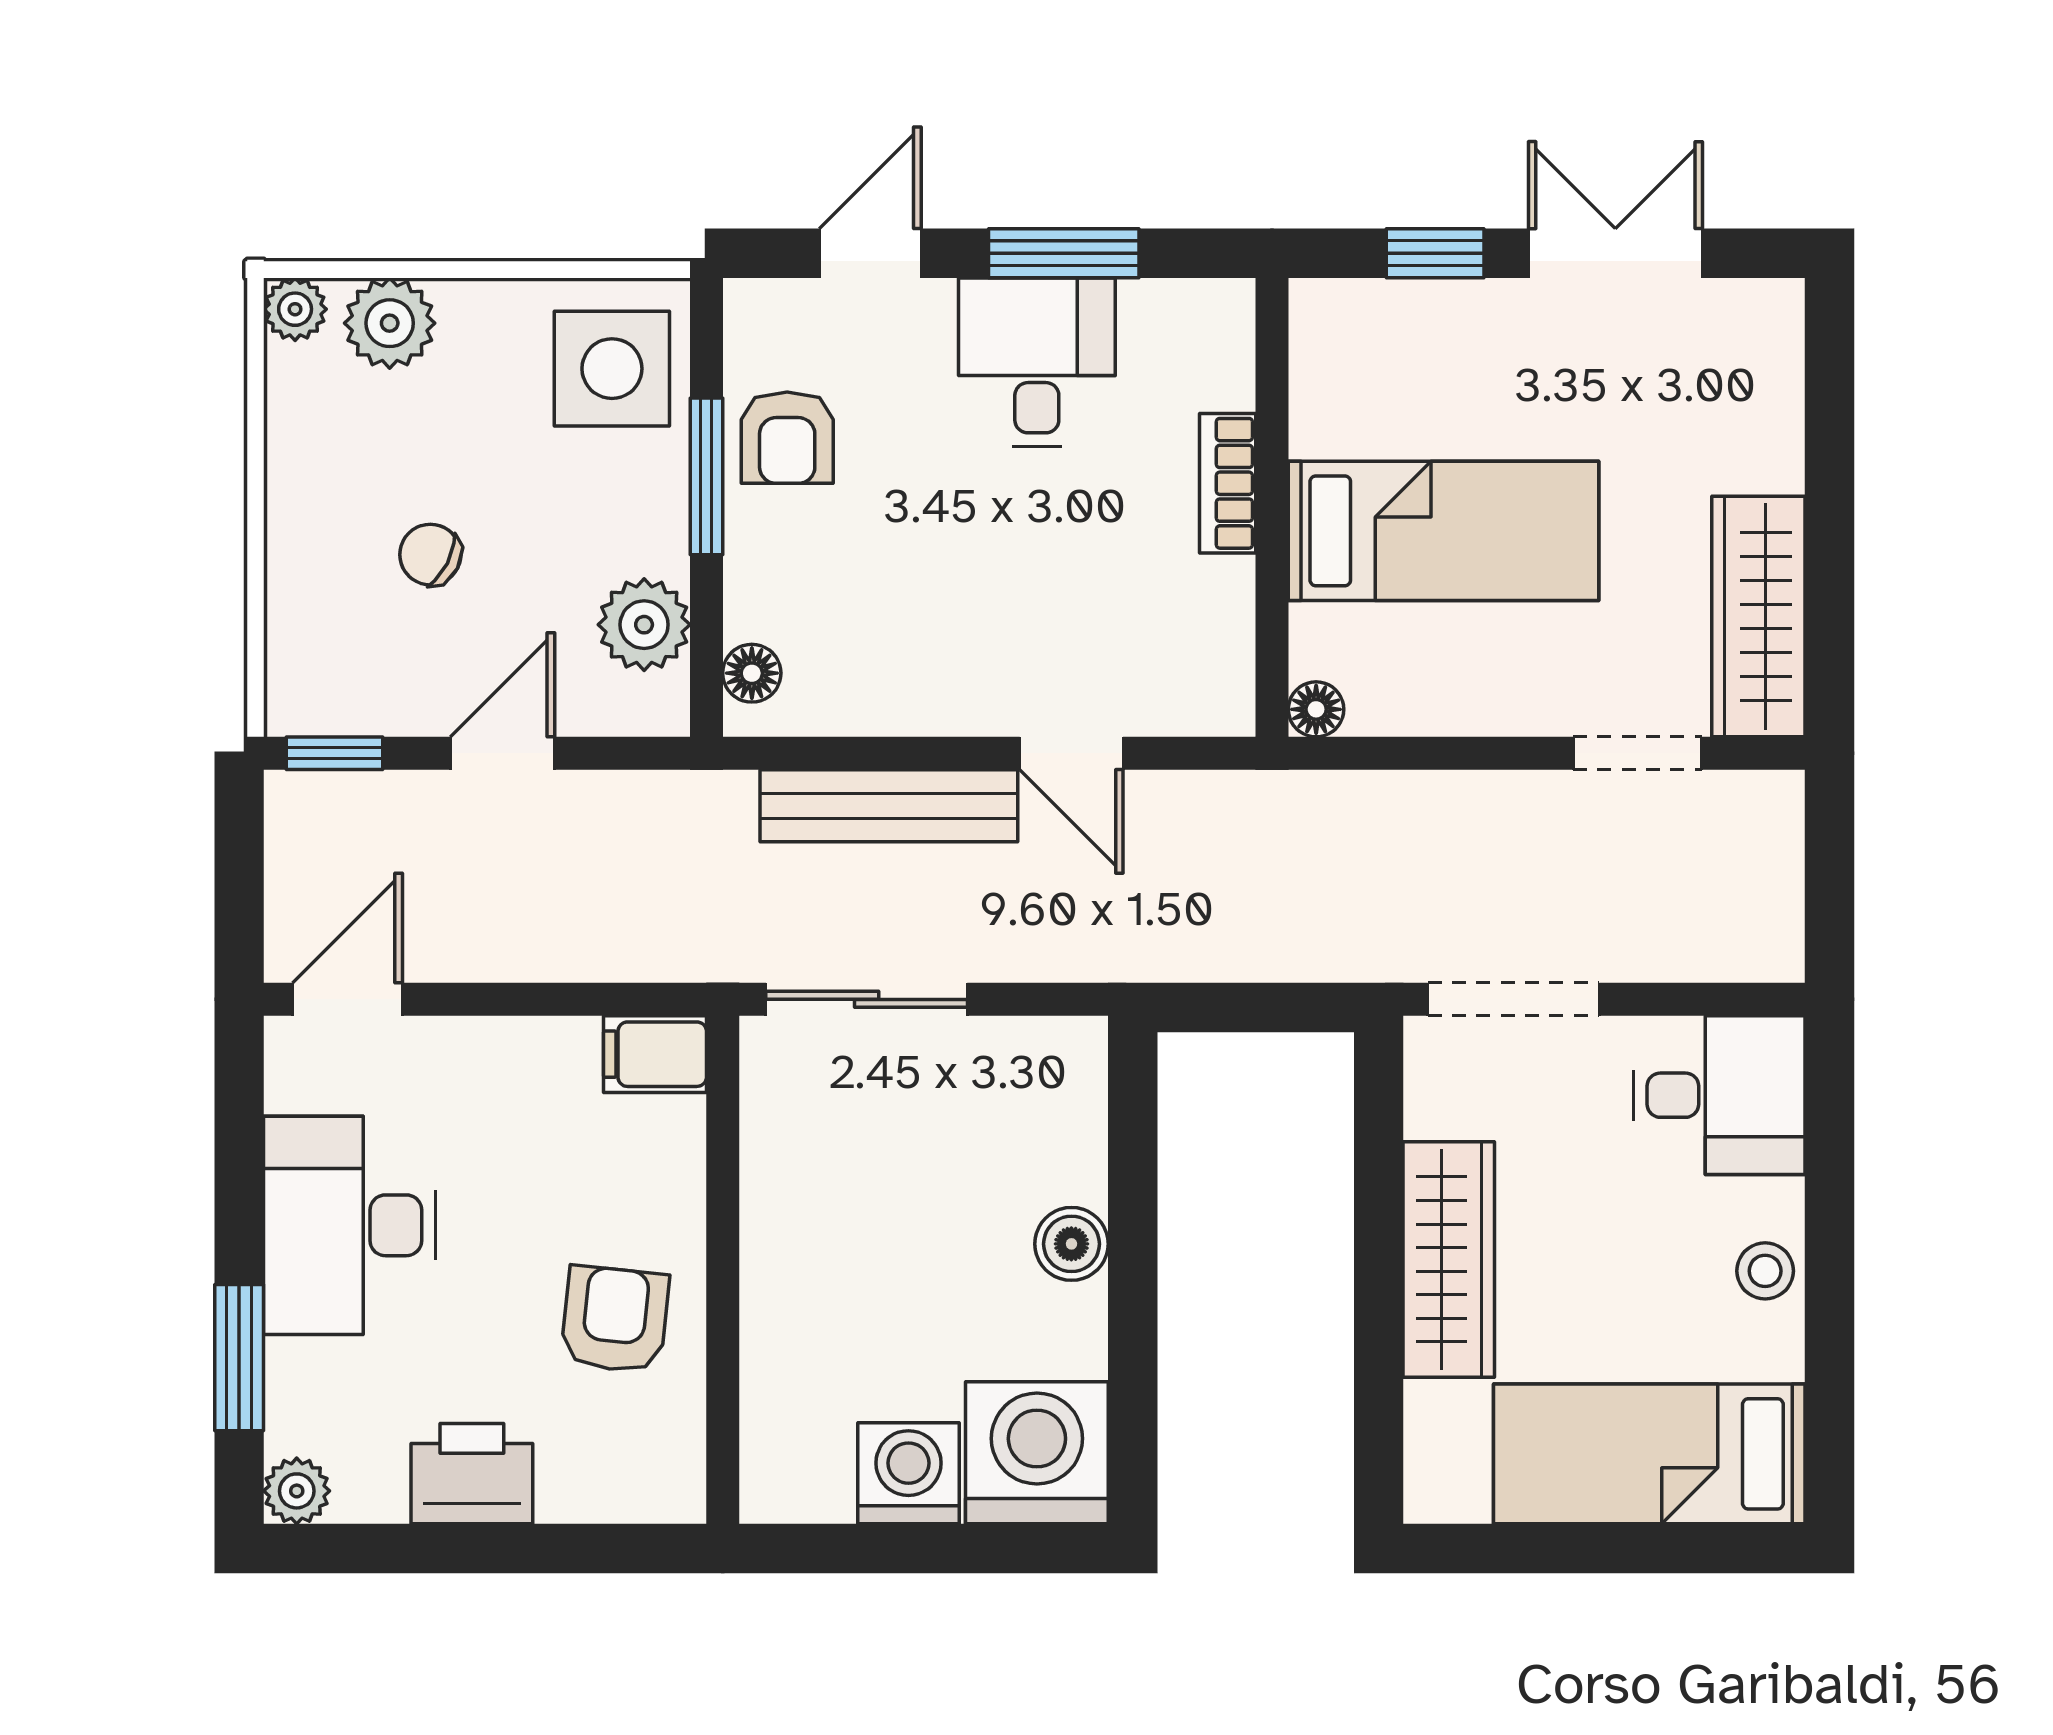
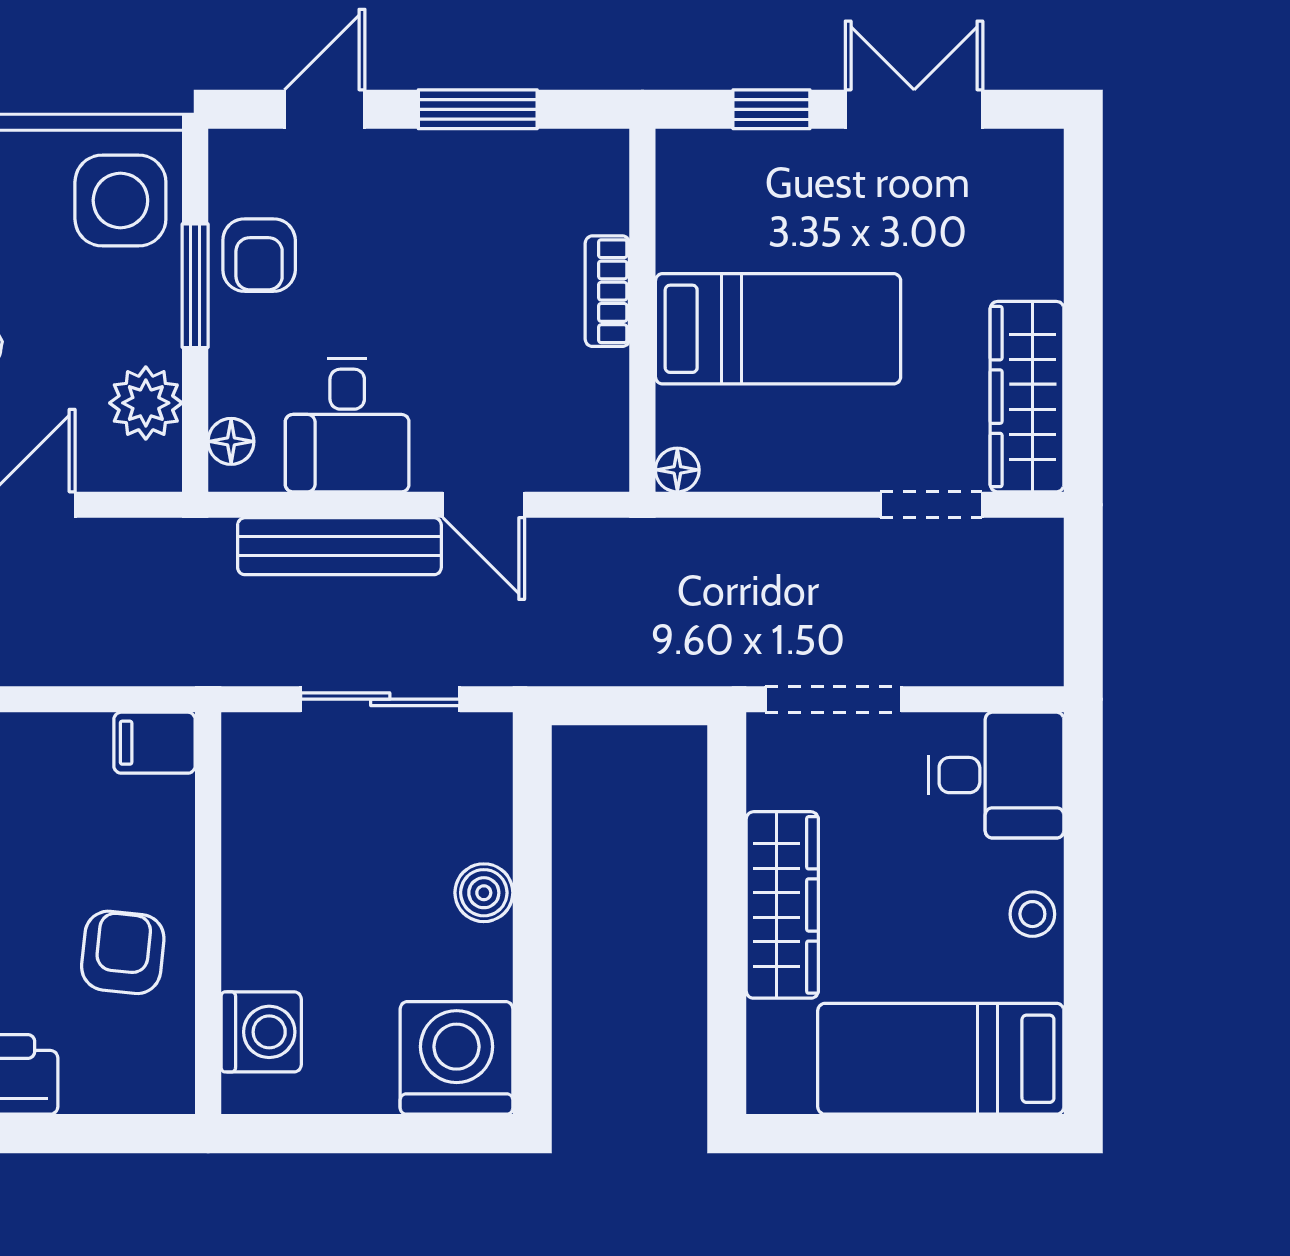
desk: (1037, 362) -> (347, 425), moved, turned 180
sliding door: (867, 999) -> (380, 699), moved
washing machine: (908, 1473) -> (261, 1032), moved, turned 90

